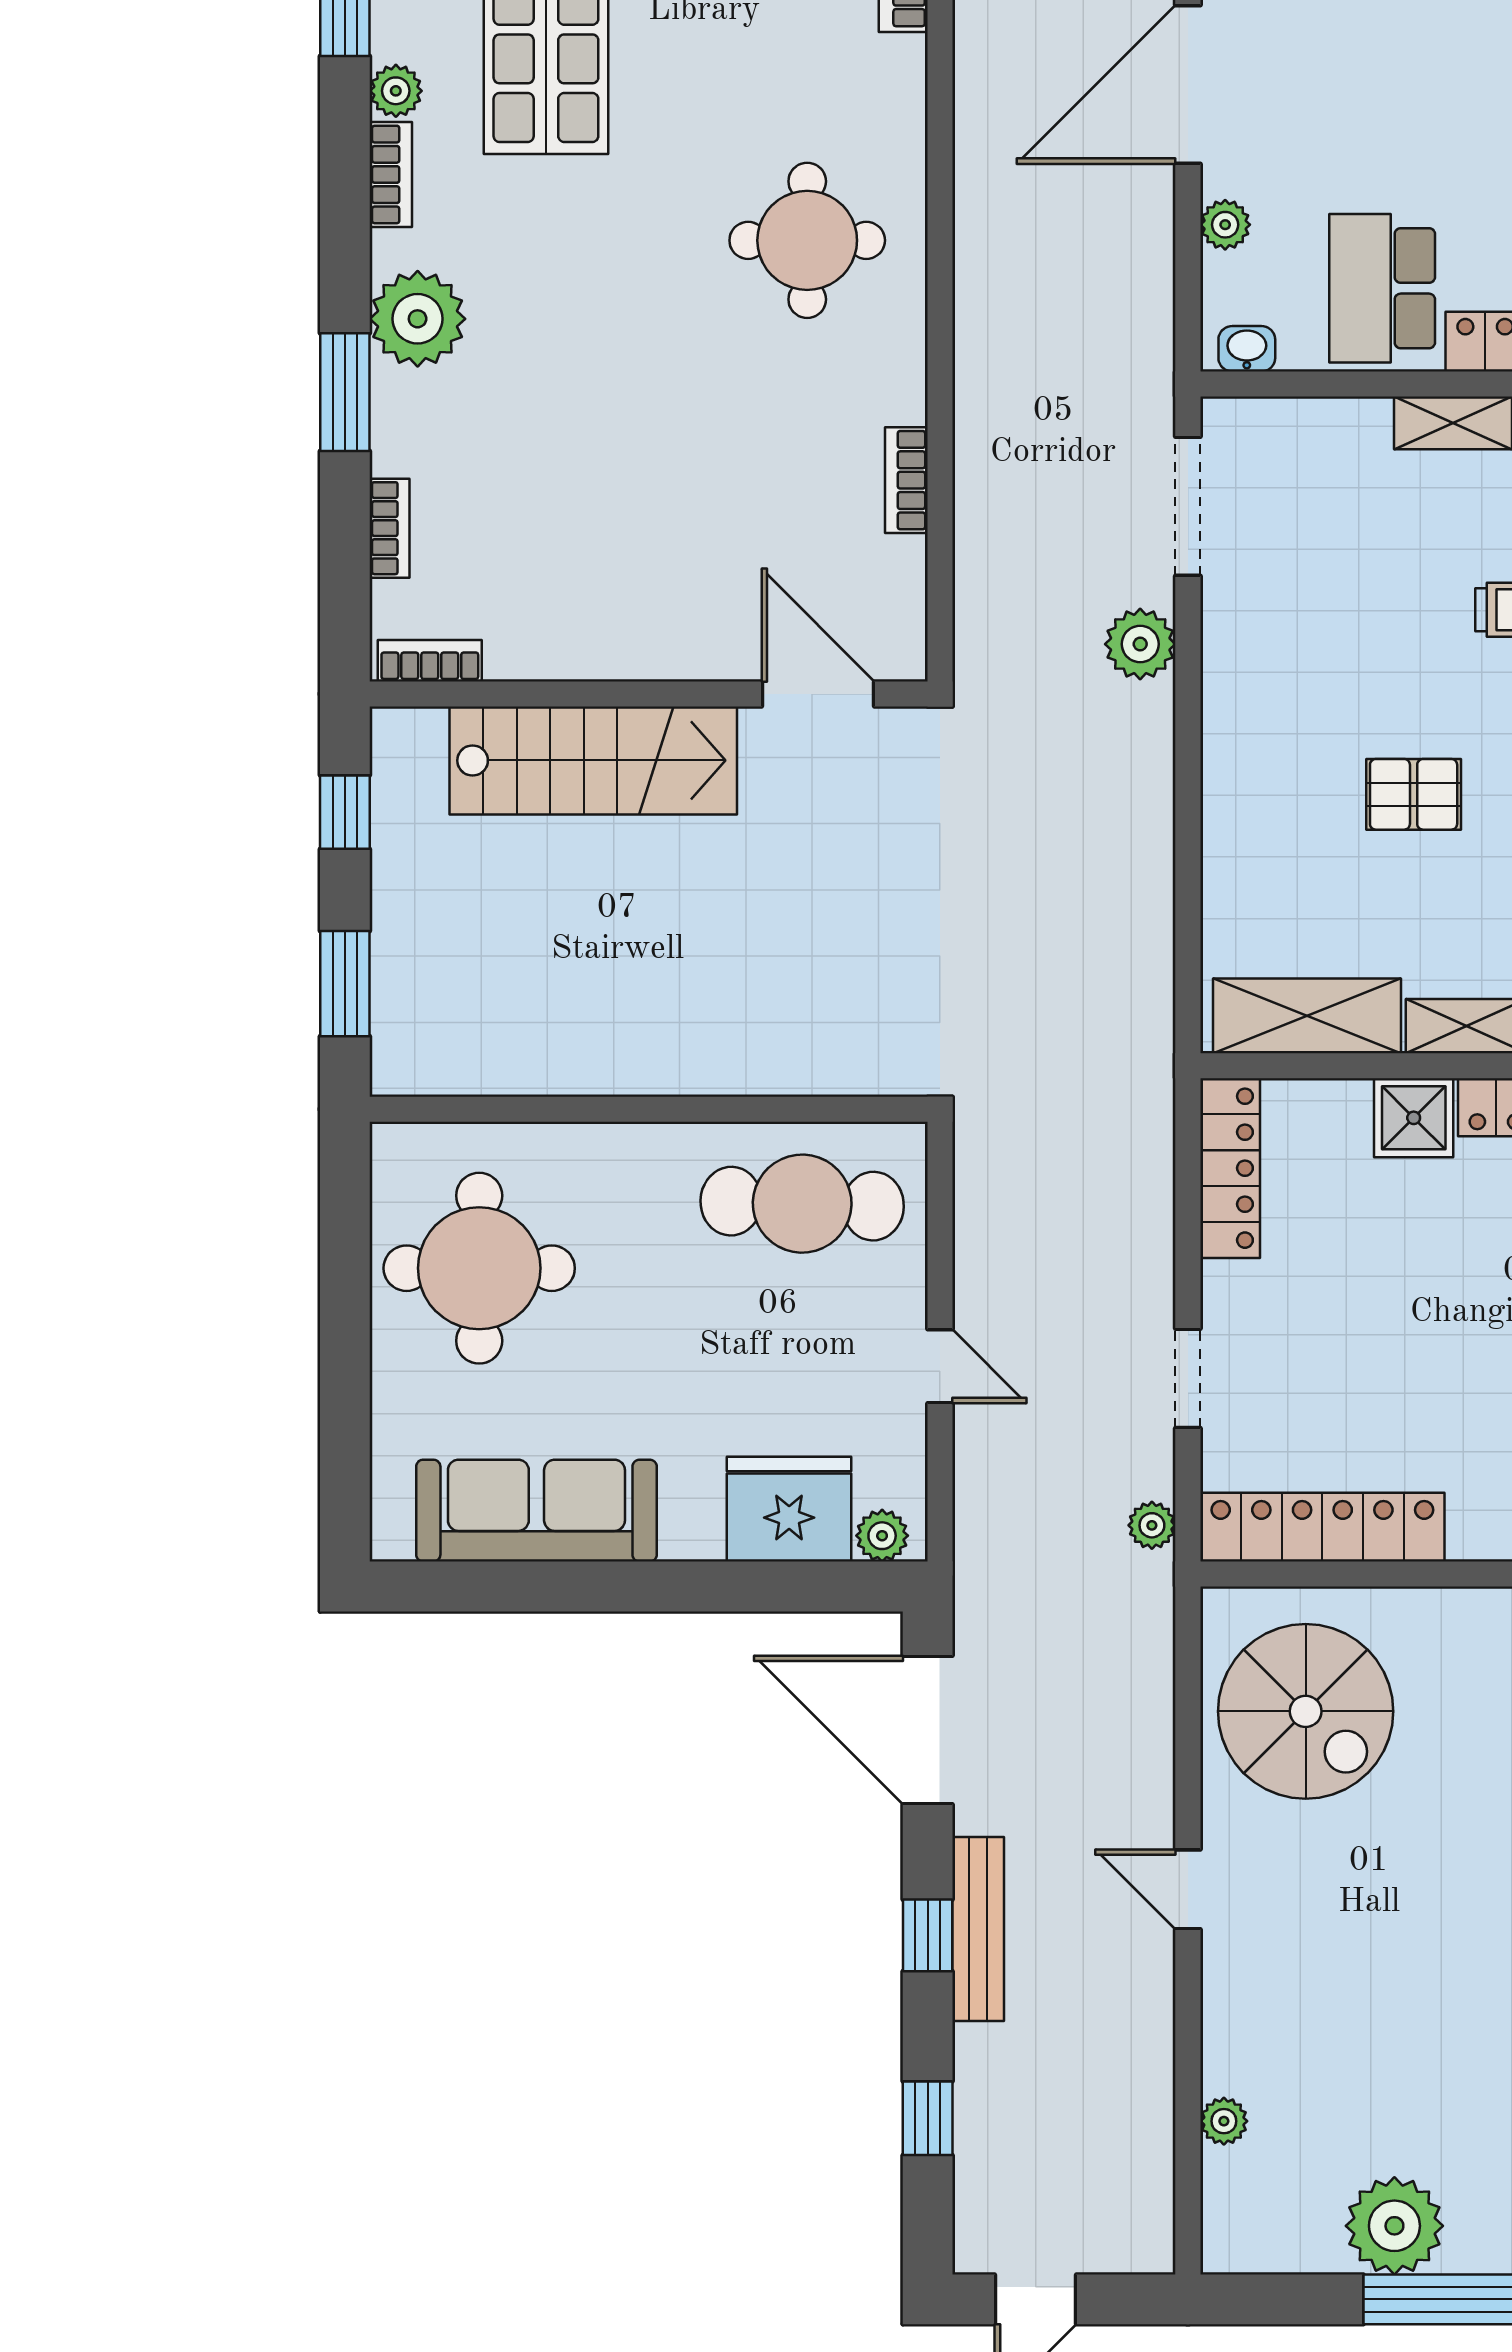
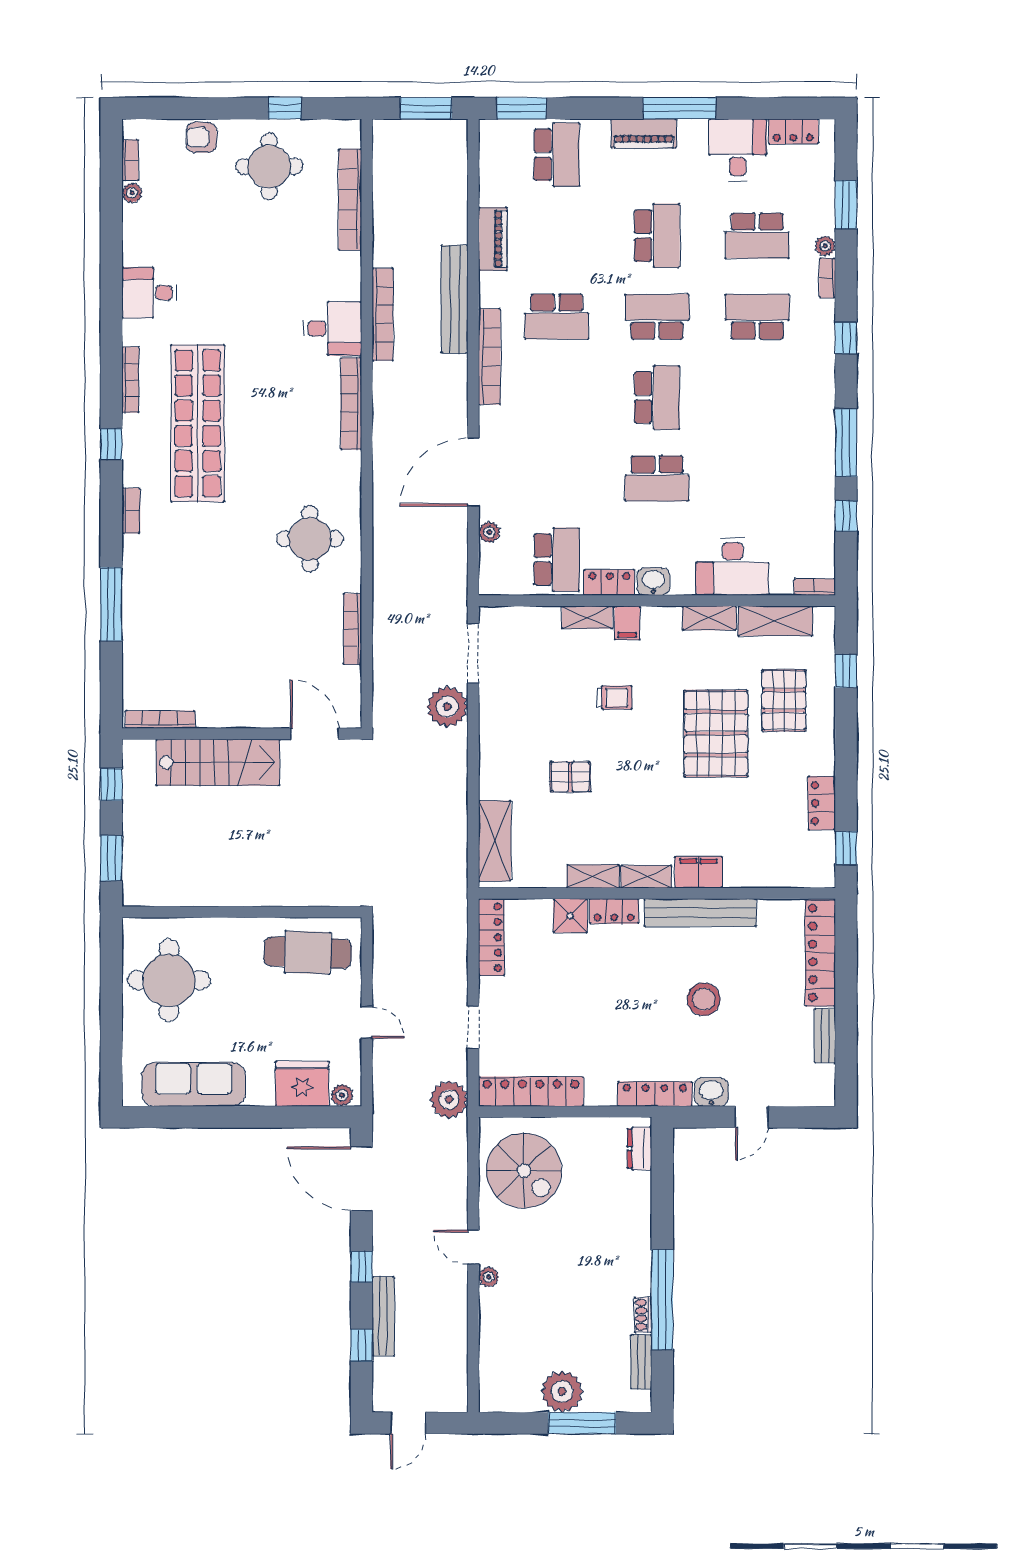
plant: (396, 91) -> (133, 475), removed
school desk: (1382, 288) -> (557, 560), turned 180
plant: (418, 319) -> (143, 573), removed
washbasin: (1247, 349) -> (499, 586), removed
window: (345, 392) -> (111, 604), width x1.44
bookcase: (906, 480) -> (352, 629), width x1.56
bookcase: (390, 528) -> (131, 663), removed
plant: (1140, 644) -> (447, 707), width x1.36, depth x1.36
bookcase: (430, 661) -> (160, 719), width x1.56
shelving: (1307, 1016) -> (495, 841), moved, turned 90
plant: (1152, 1525) -> (449, 1100), width x1.87, depth x1.87
bench: (978, 1929) -> (383, 1316), moved
plant: (1224, 2121) -> (489, 1277), moved

